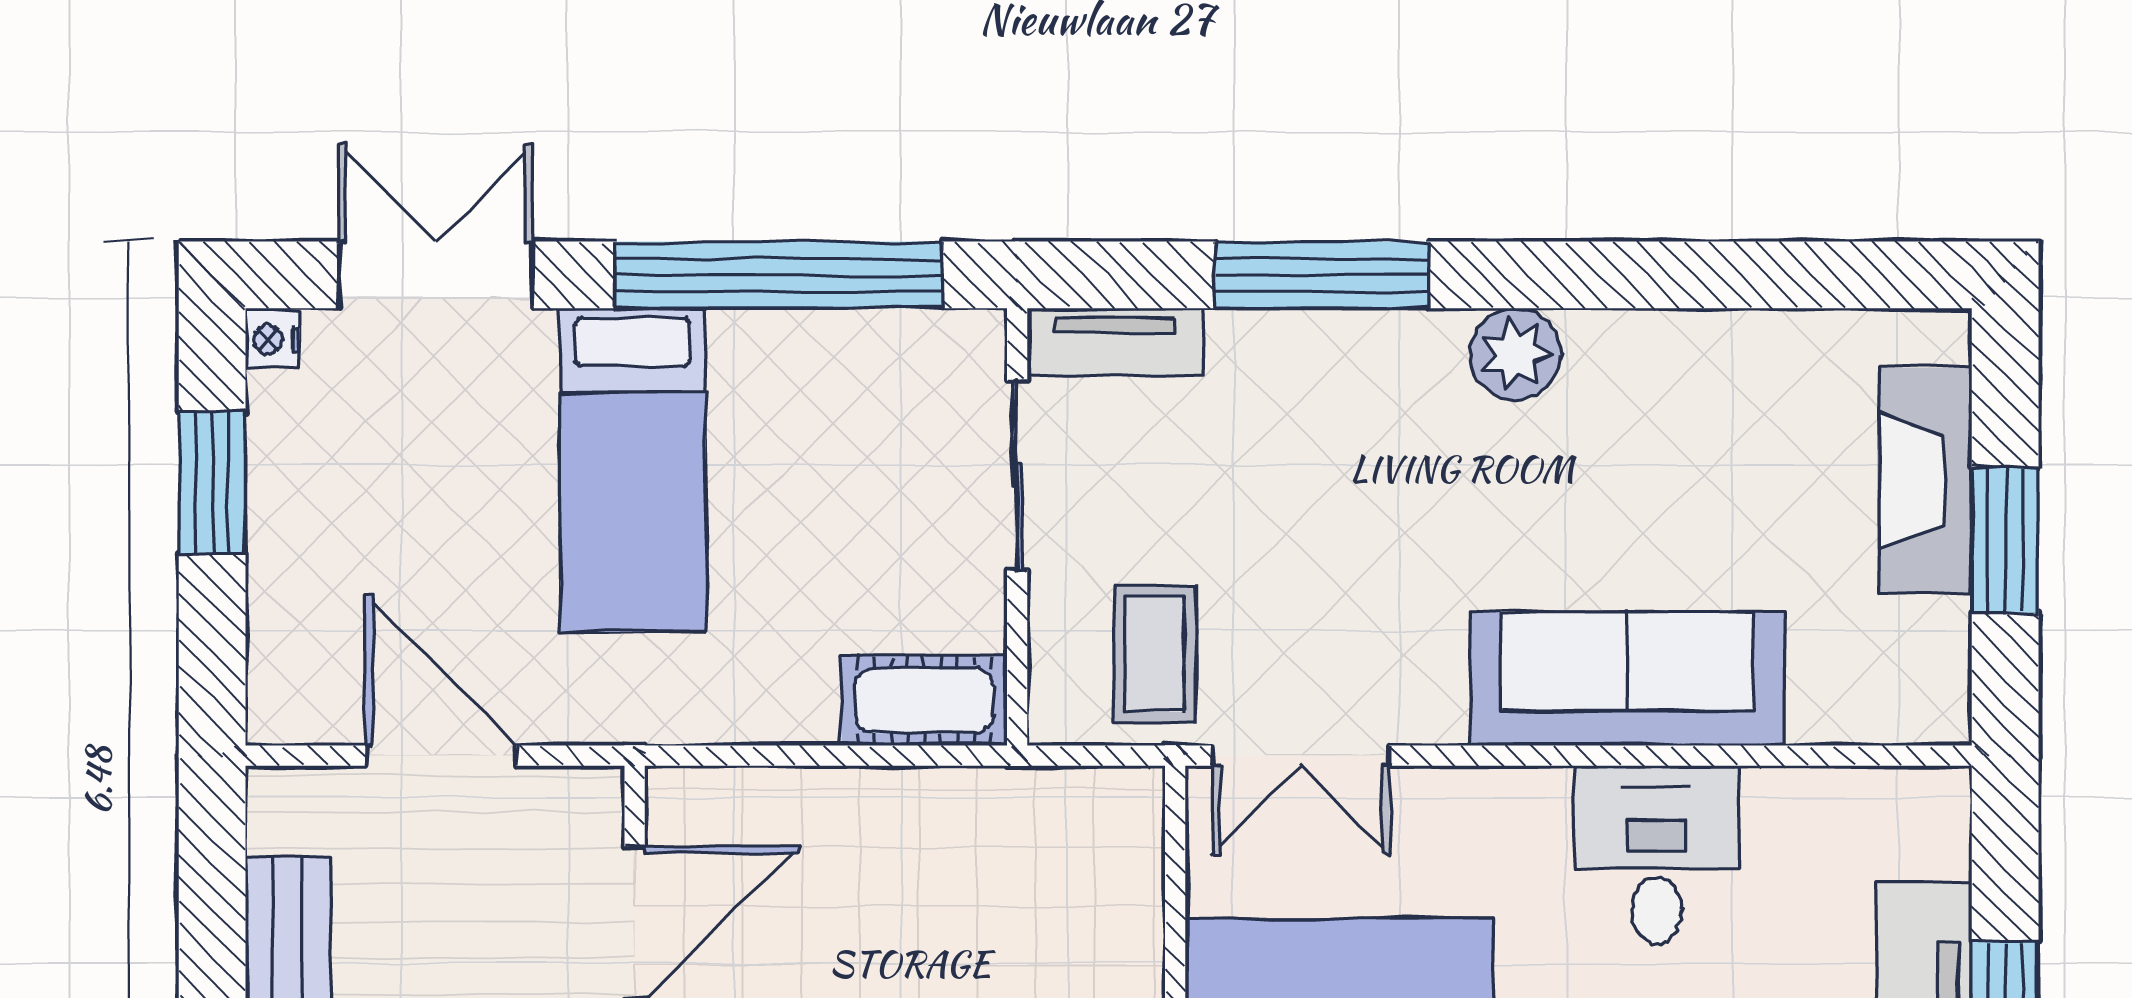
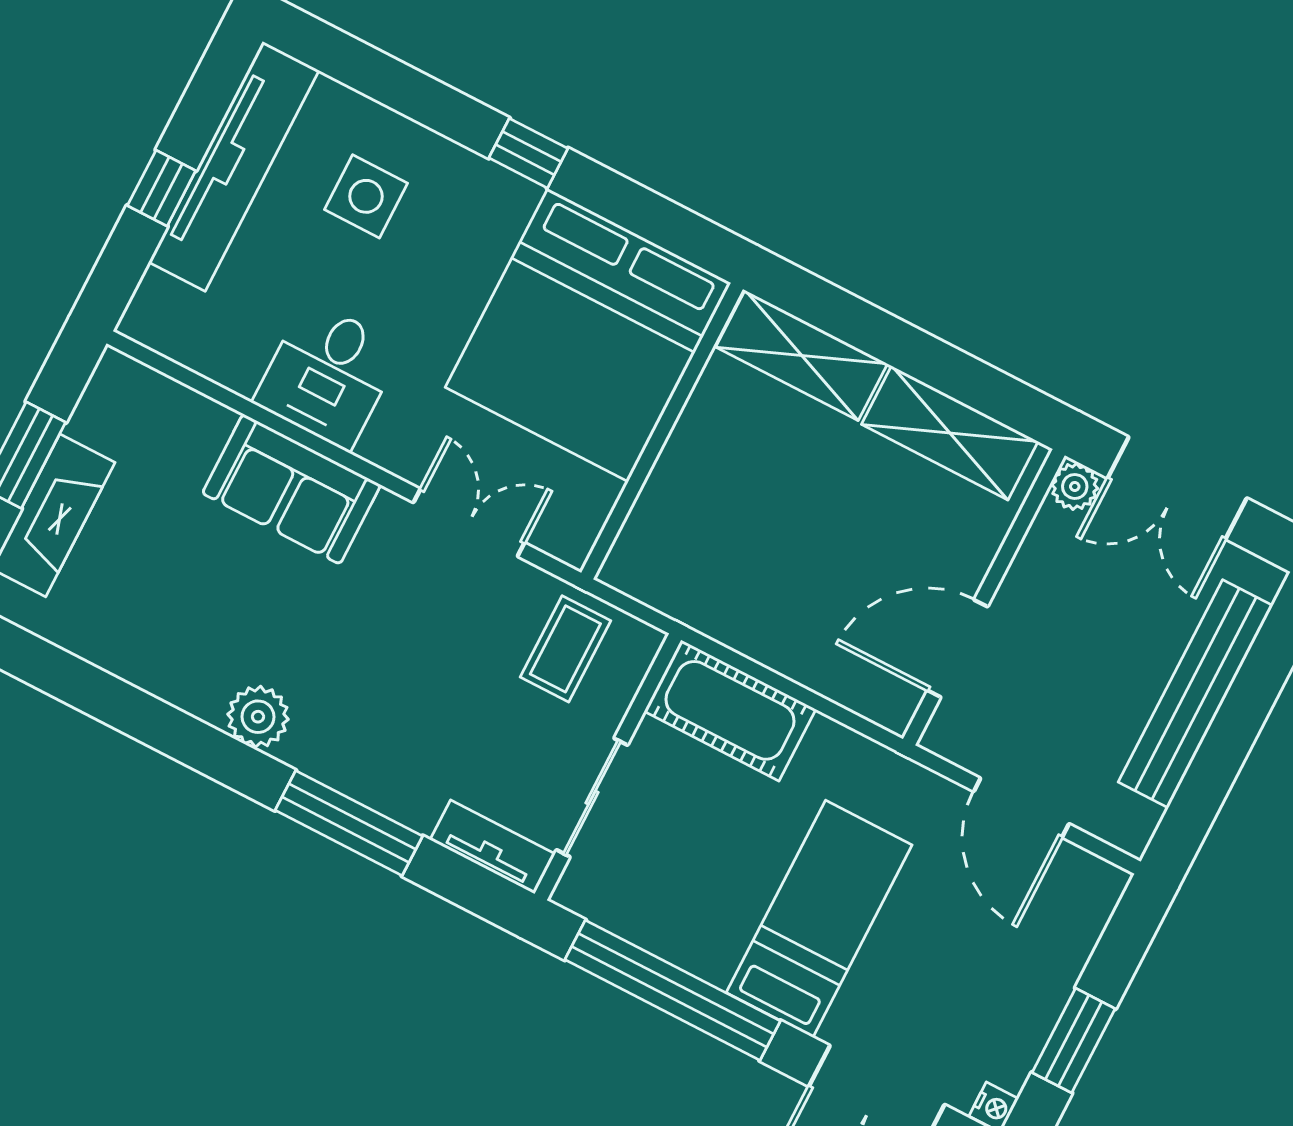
sofa: (1627, 679) -> (291, 489), width x0.73
cot: (924, 701) -> (730, 710), width x1.37, depth x1.34
double door: (1301, 756) -> (469, 523), moved

